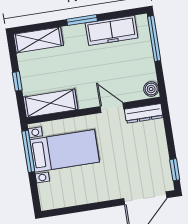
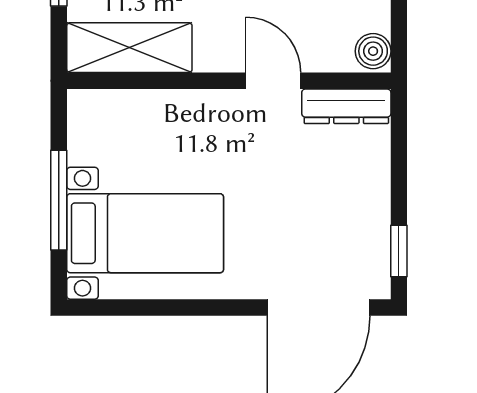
window: (28, 151) -> (59, 200), moved
bed with nightstands: (65, 151) -> (145, 233), moved

